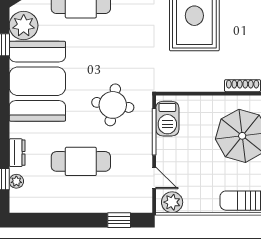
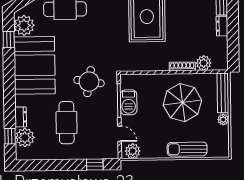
barbecue: (167, 119) -> (129, 102), moved
cafe table: (81, 161) -> (67, 123), turned 90
plant: (16, 181) -> (25, 137), width x1.88, depth x1.88

